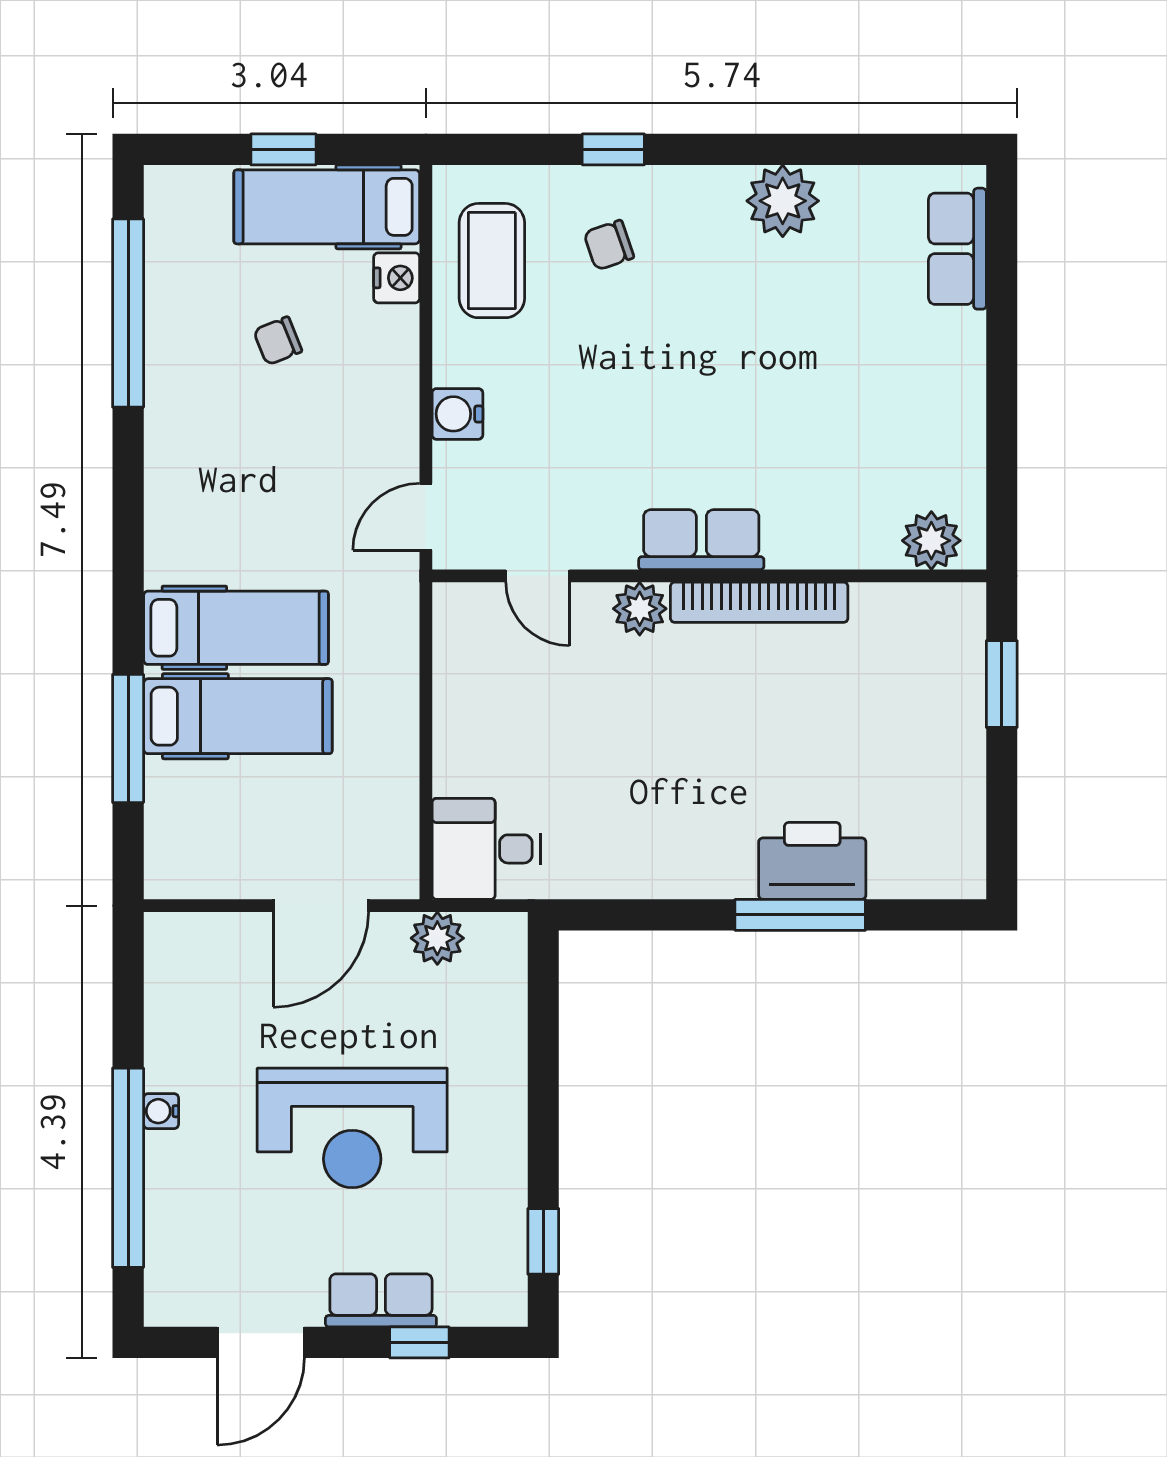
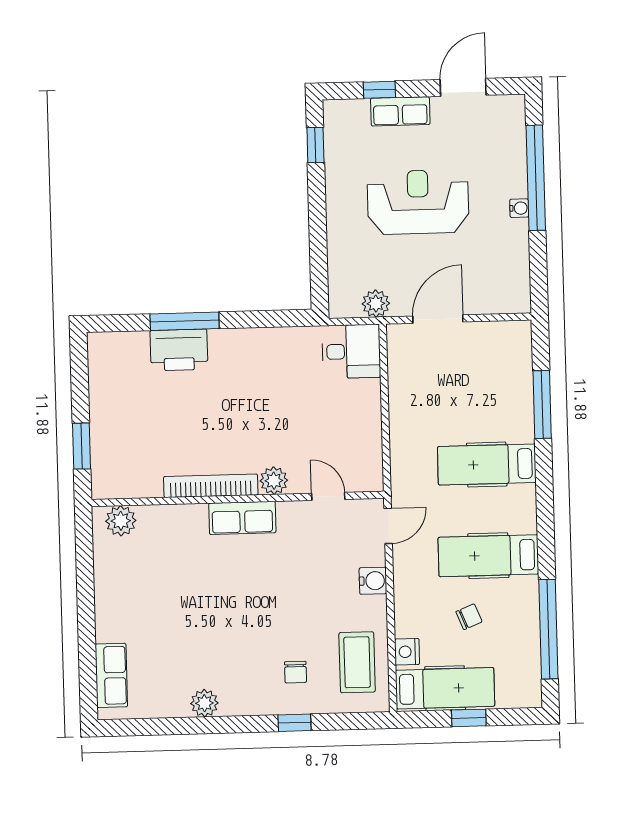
plant: (783, 201) -> (204, 703), width x0.73, depth x0.73
chair: (609, 245) -> (296, 672), turned 109
hospital bed: (238, 716) -> (488, 556), moved

